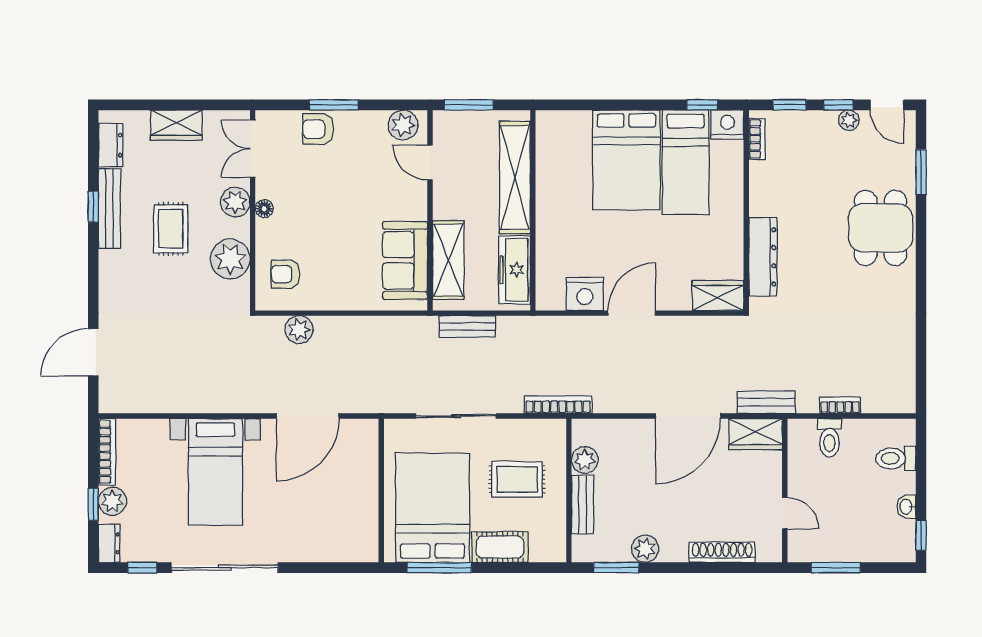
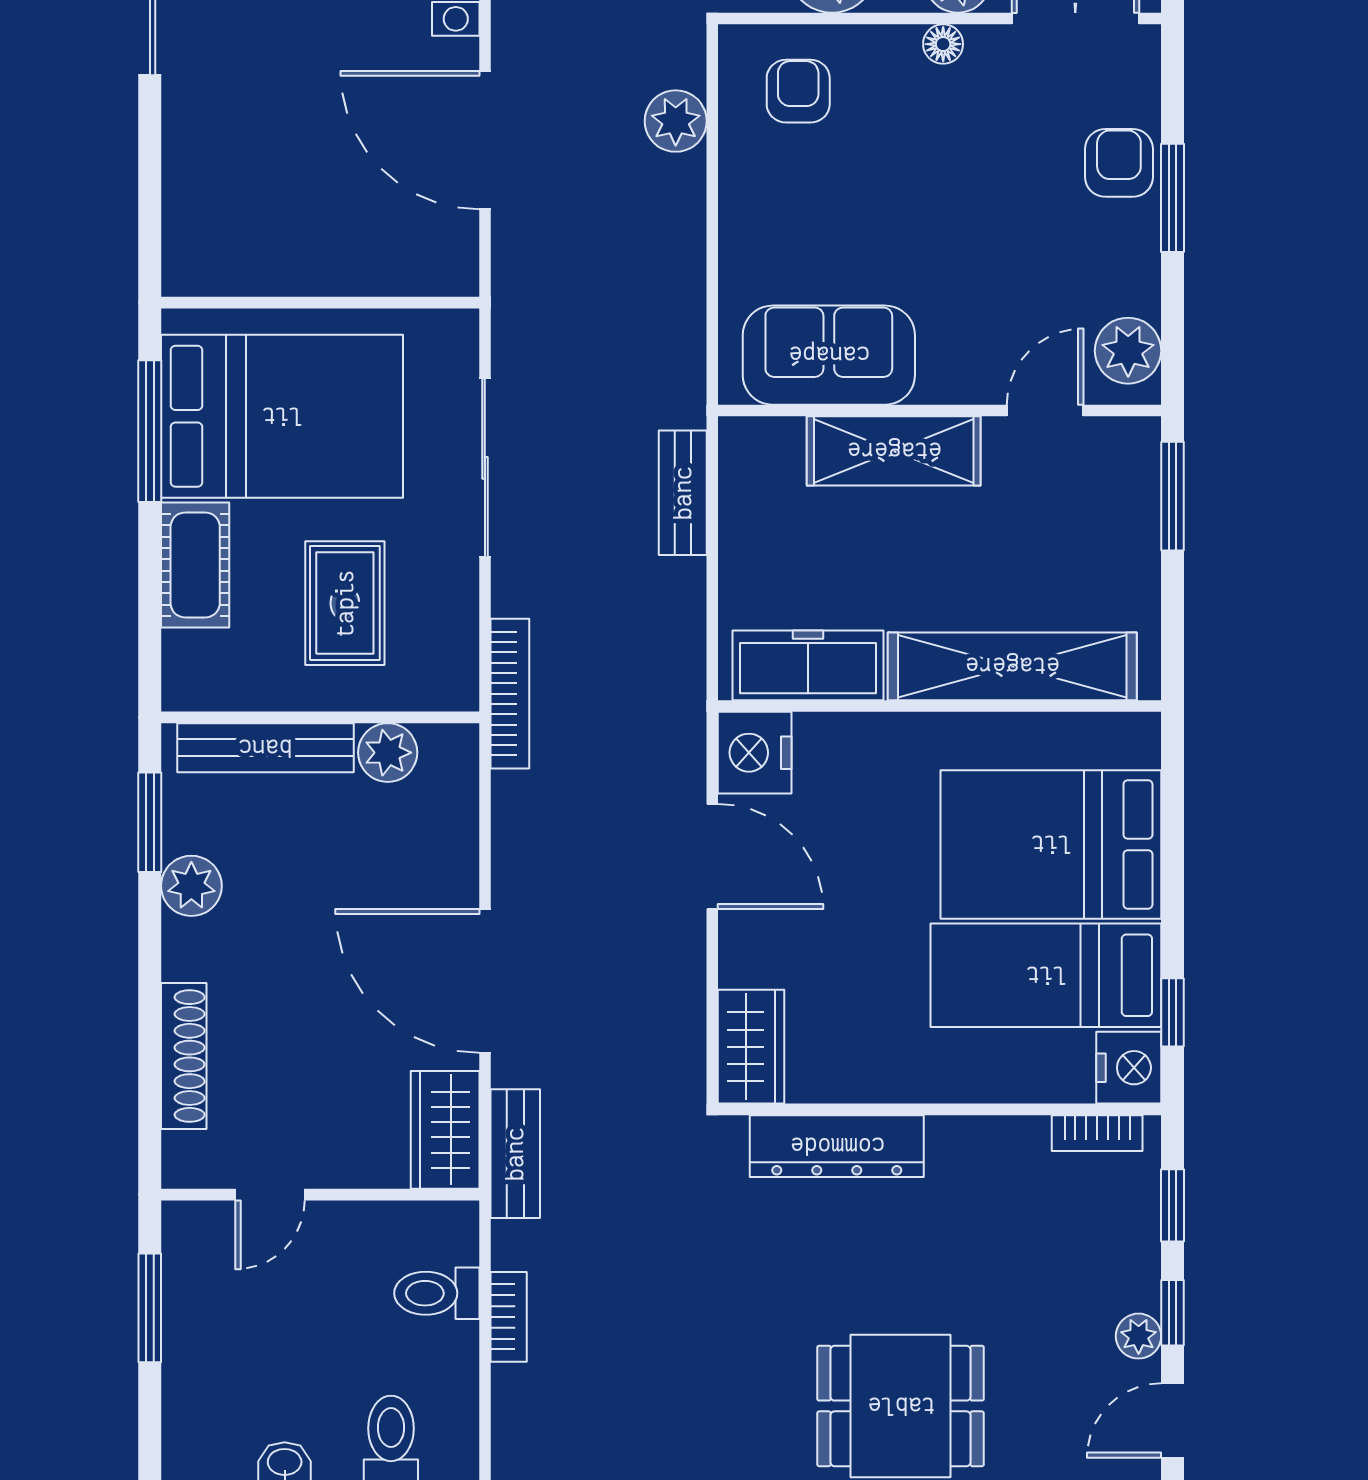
shelving: (515, 177) -> (1012, 666), moved
wall: (533, 210) -> (940, 706), moved
shelving: (448, 260) -> (894, 451), moved
freezer: (514, 270) -> (808, 665), moved
bench: (583, 505) -> (265, 748), width x1.36

